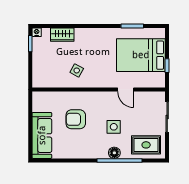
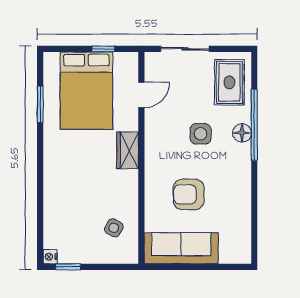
wardrobe: (62, 35) -> (128, 150), moved, turned 180
side table: (77, 70) -> (114, 228), moved
door: (126, 90) -> (141, 95), moved
armchair: (76, 119) -> (189, 194), turned 90
sofa: (42, 135) -> (181, 248), moved

